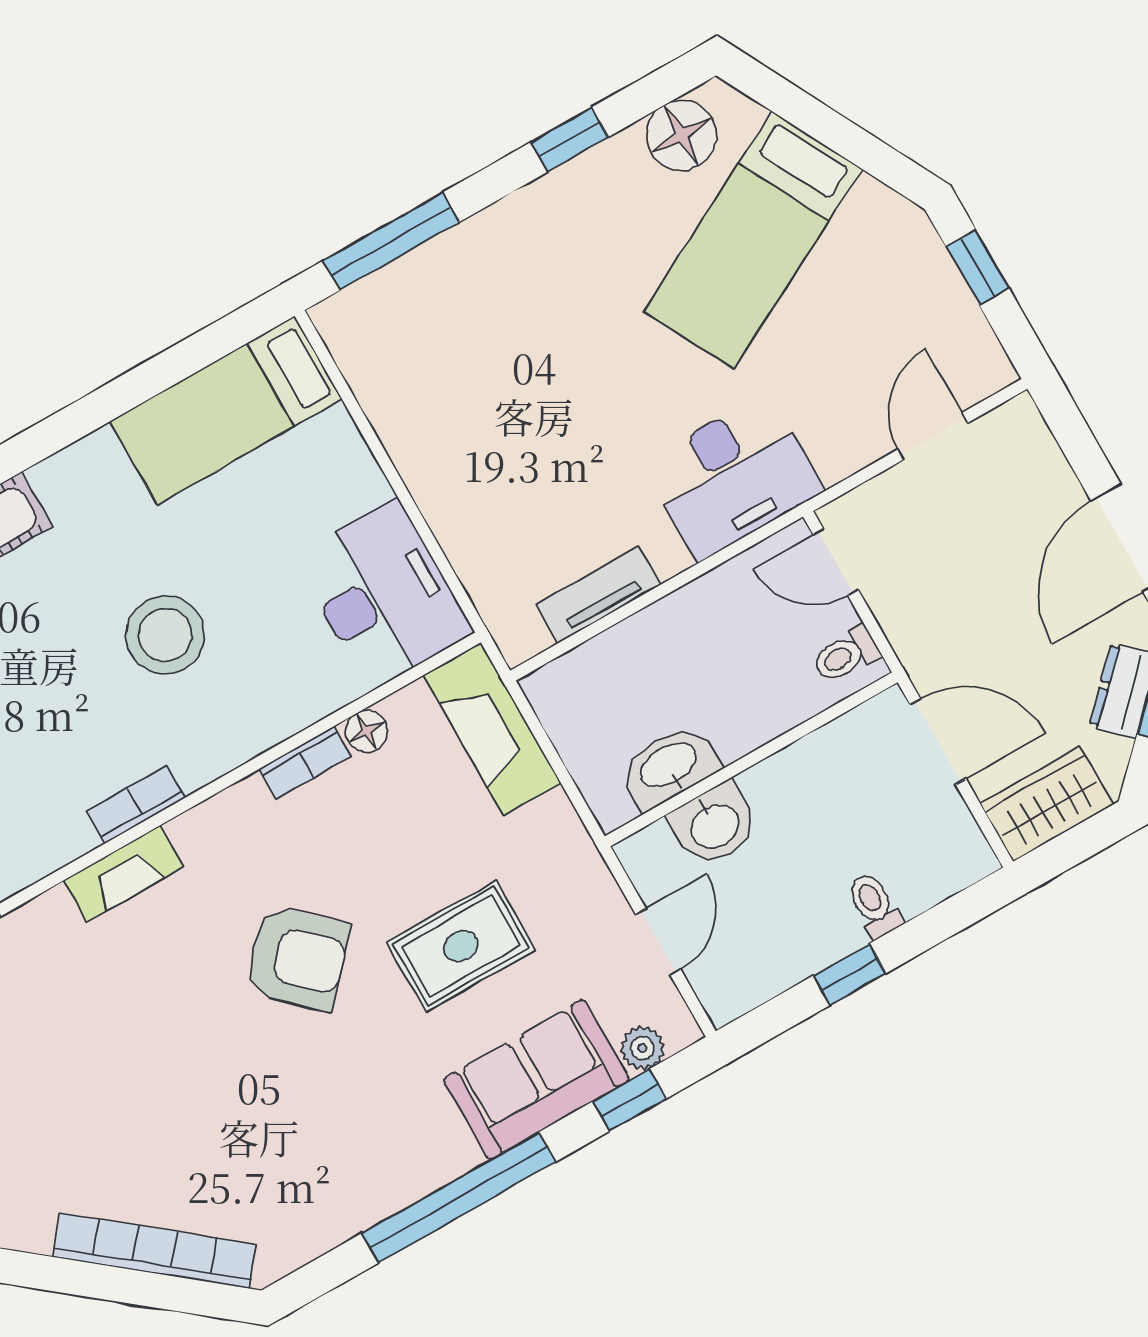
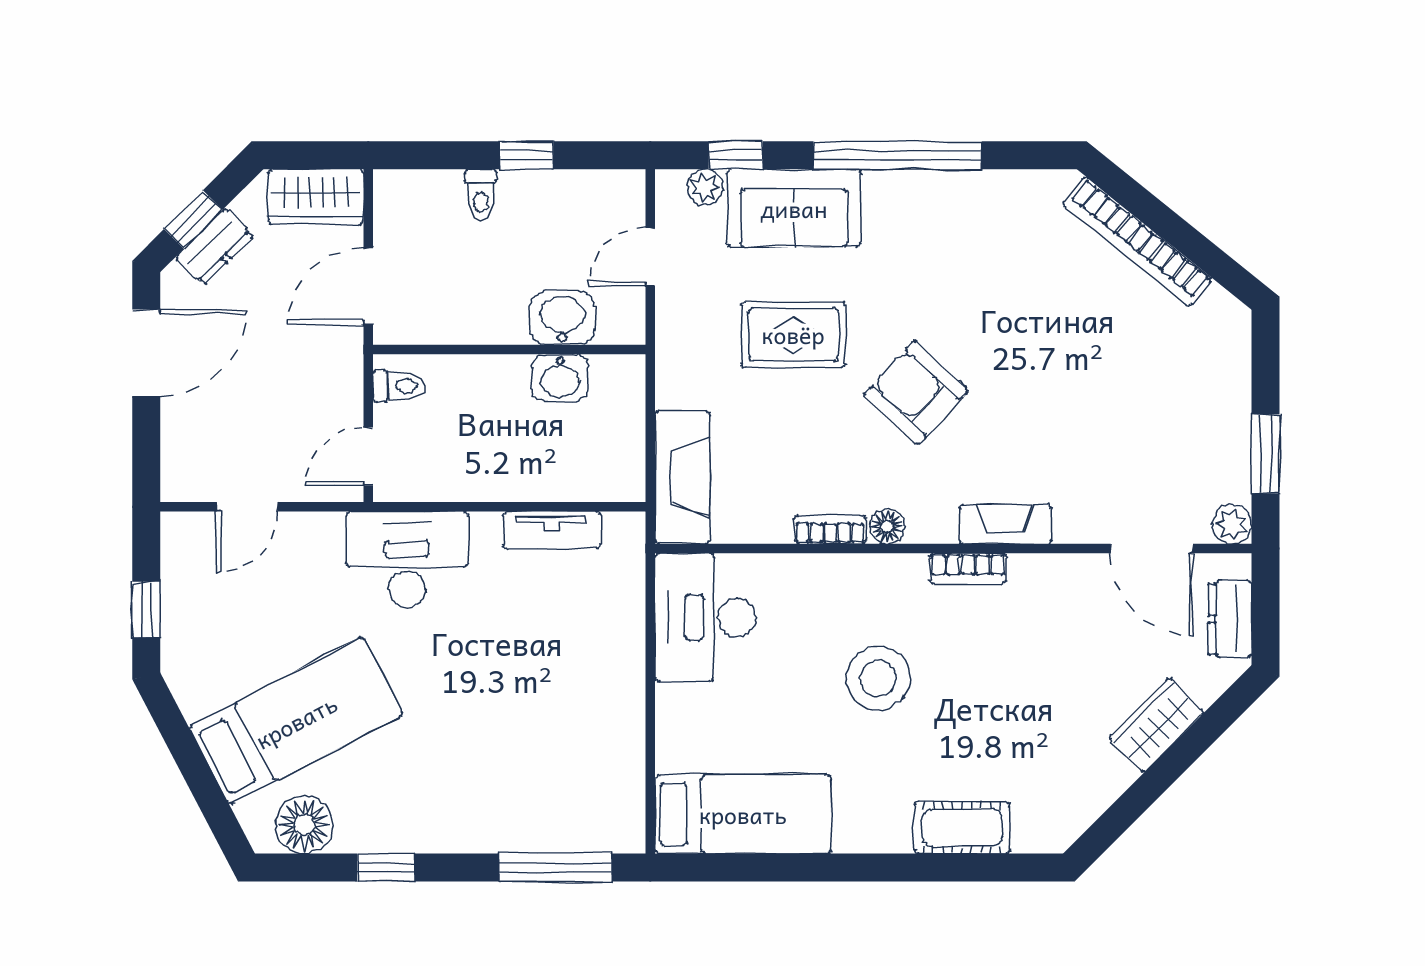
door: (836, 562) -> (368, 456), swing flipped
floor lamp: (367, 732) -> (887, 527), moved
door: (938, 741) -> (368, 286), hinge flipped
washbasin: (669, 766) -> (560, 378), width x0.72

